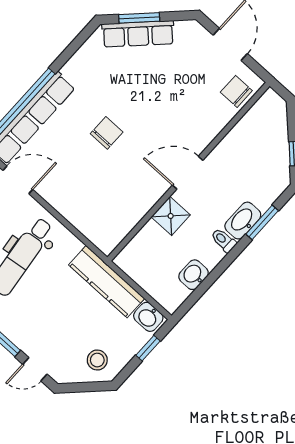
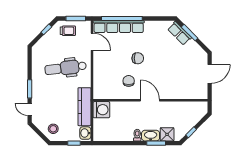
row of seats: (138, 34) -> (180, 33), width x0.68
chair: (236, 91) -> (129, 81), moved
shower: (171, 216) -> (167, 134), moved
washing machine: (135, 260) -> (101, 110), added
washbasin: (194, 275) -> (115, 136), removed

